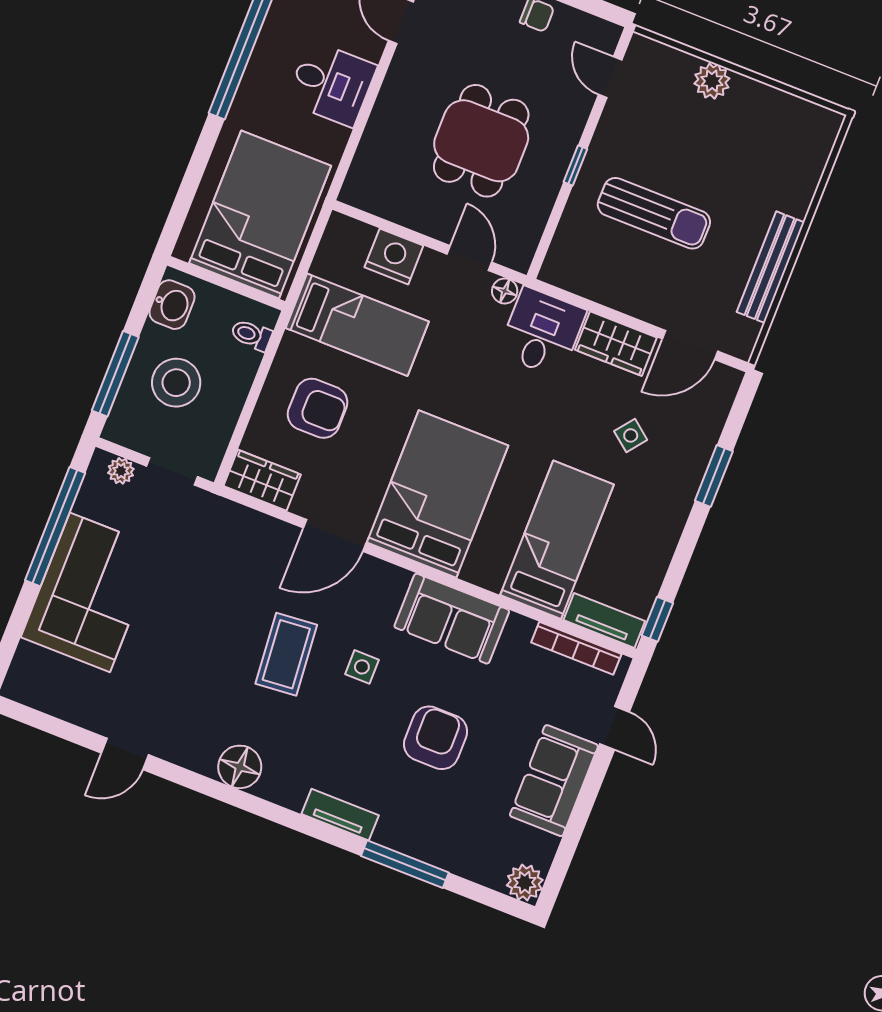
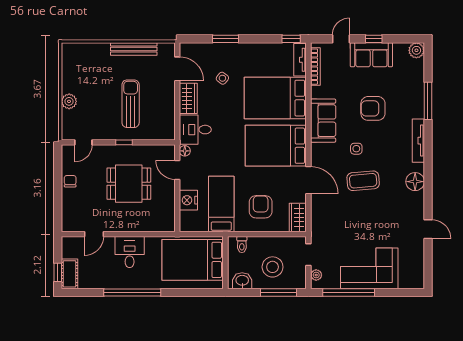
door: (469, 258) -> (177, 170), hinge flipped
bed: (557, 540) -> (275, 98), width x1.50
window: (586, 799) -> (374, 39), added
tv unit: (340, 815) -> (418, 141), width x1.41

